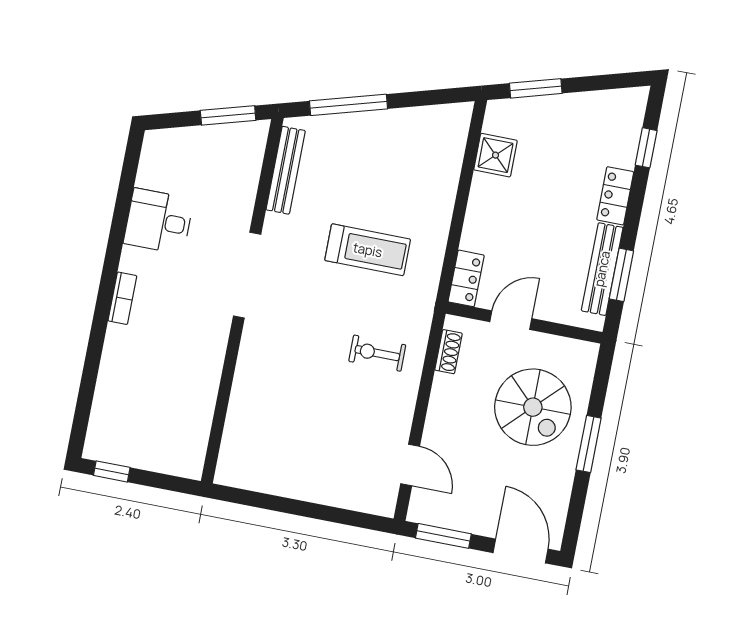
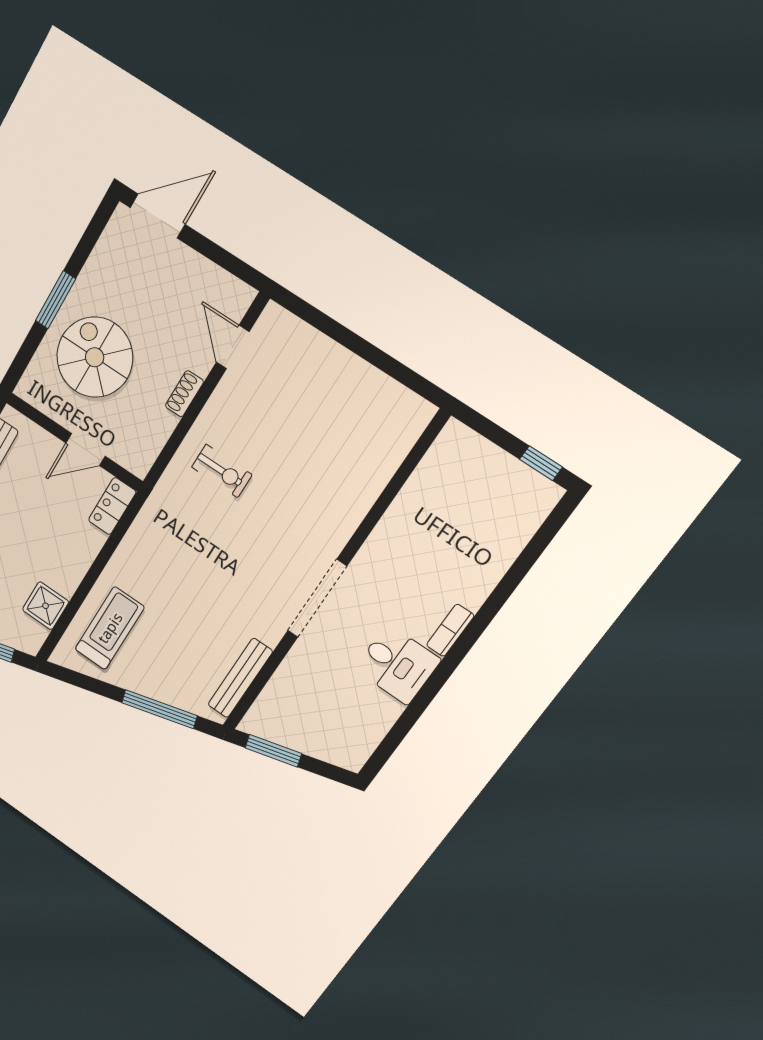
desk: (159, 221) -> (397, 664), moved
treadmill: (368, 250) -> (110, 628), moved, turned 90
shoe rack: (449, 352) -> (184, 394), moved
window: (443, 536) -> (228, 261), removed
door: (521, 551) -> (158, 216), swing flipped

